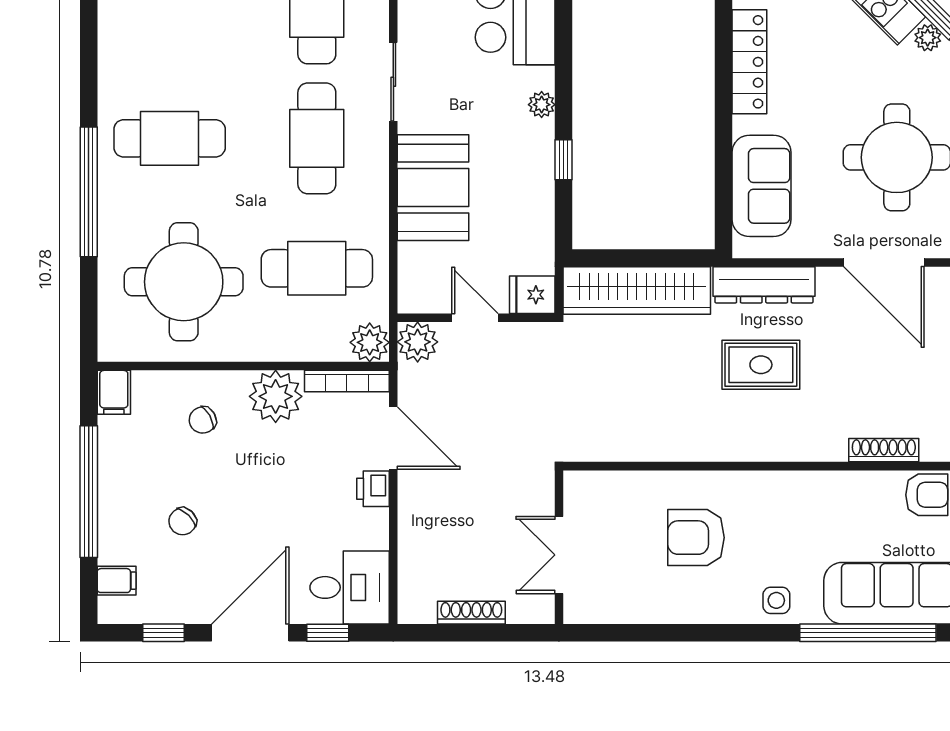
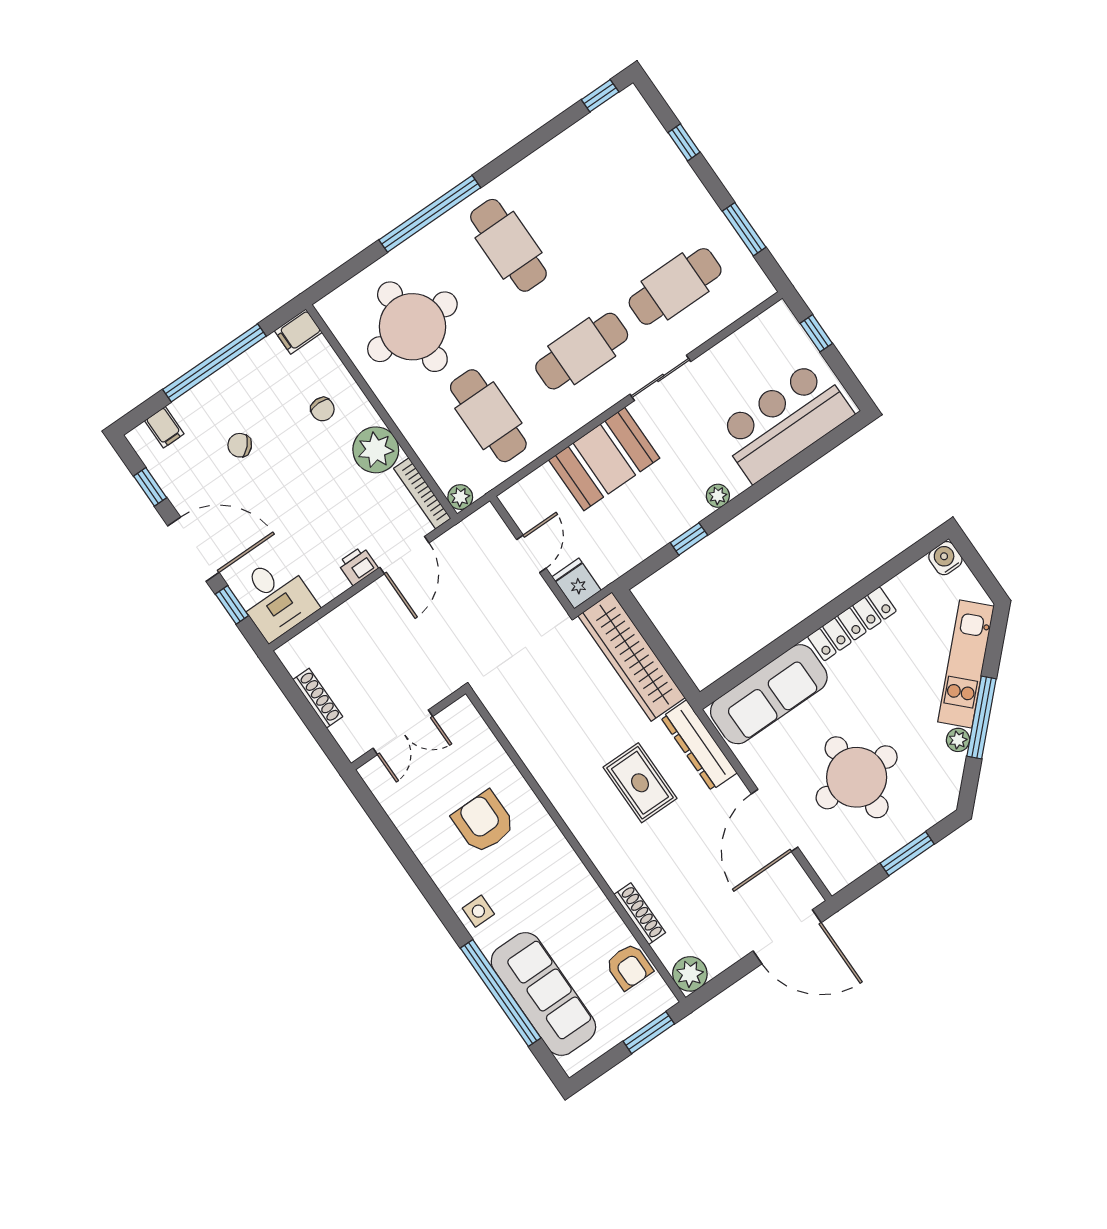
sofa: (761, 186) -> (769, 694), width x1.36
plant: (370, 342) -> (460, 497), width x0.73, depth x0.73
plant: (418, 342) -> (485, 525), removed
chair: (203, 420) -> (322, 409), turned -151
double door: (559, 555) -> (403, 732), swing flipped

